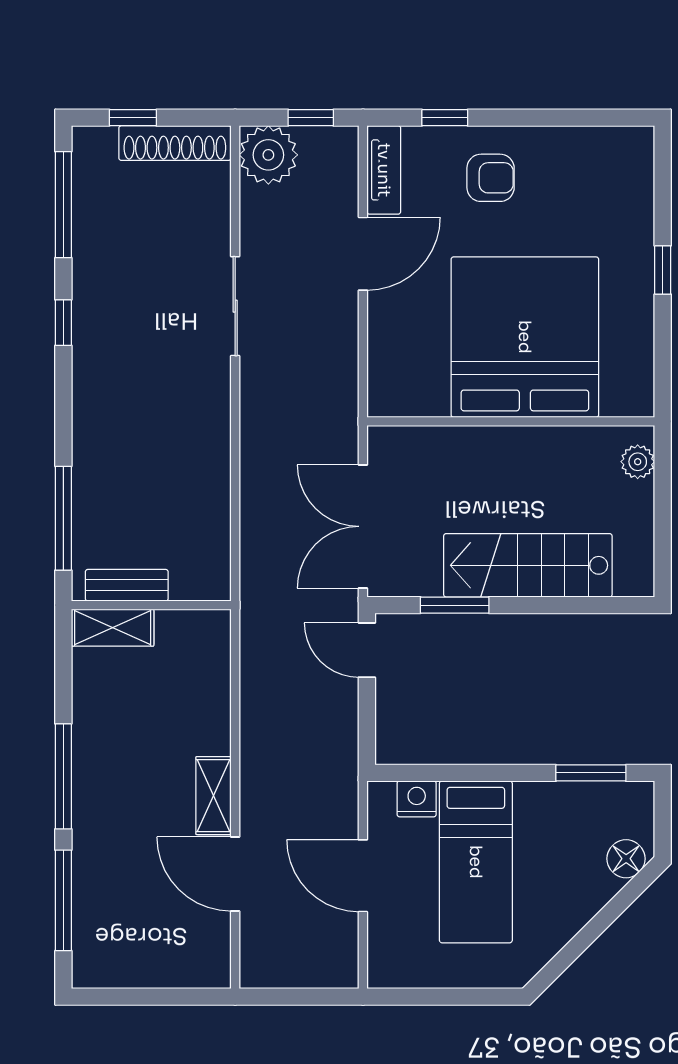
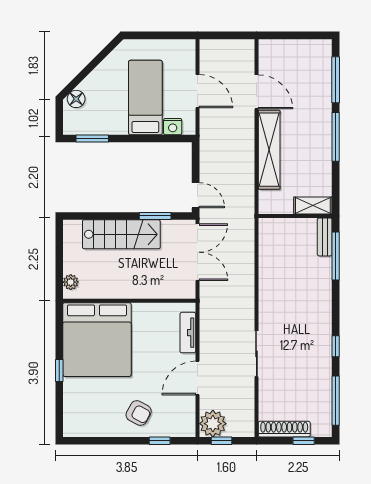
plant: (268, 155) -> (213, 424), moved
tv unit: (384, 170) -> (188, 333), moved
armchair: (491, 178) -> (139, 413), turned -152
bed: (525, 337) -> (97, 340), moved
bench: (127, 585) -> (325, 237), moved, turned 90
shelving: (214, 796) -> (269, 150), width x2.20, depth x1.33

